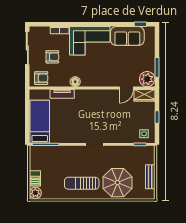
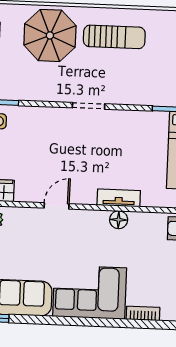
armchair: (52, 57) -> (158, 266), removed
door: (126, 88) -> (57, 206), moved
tv unit: (62, 94) -> (119, 198), moved

